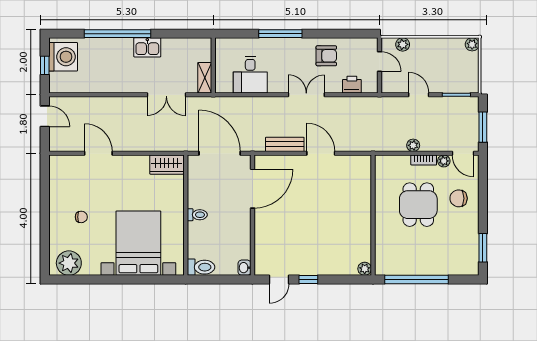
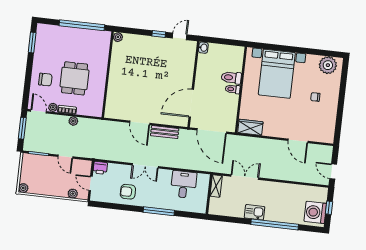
printer: (352, 85) -> (100, 168), moved
toilet: (201, 267) -> (231, 78), moved

